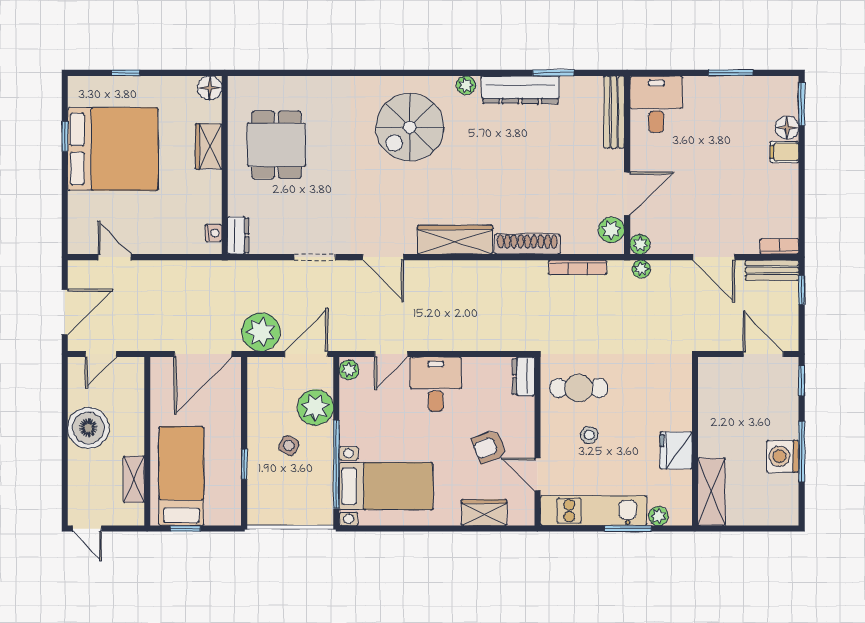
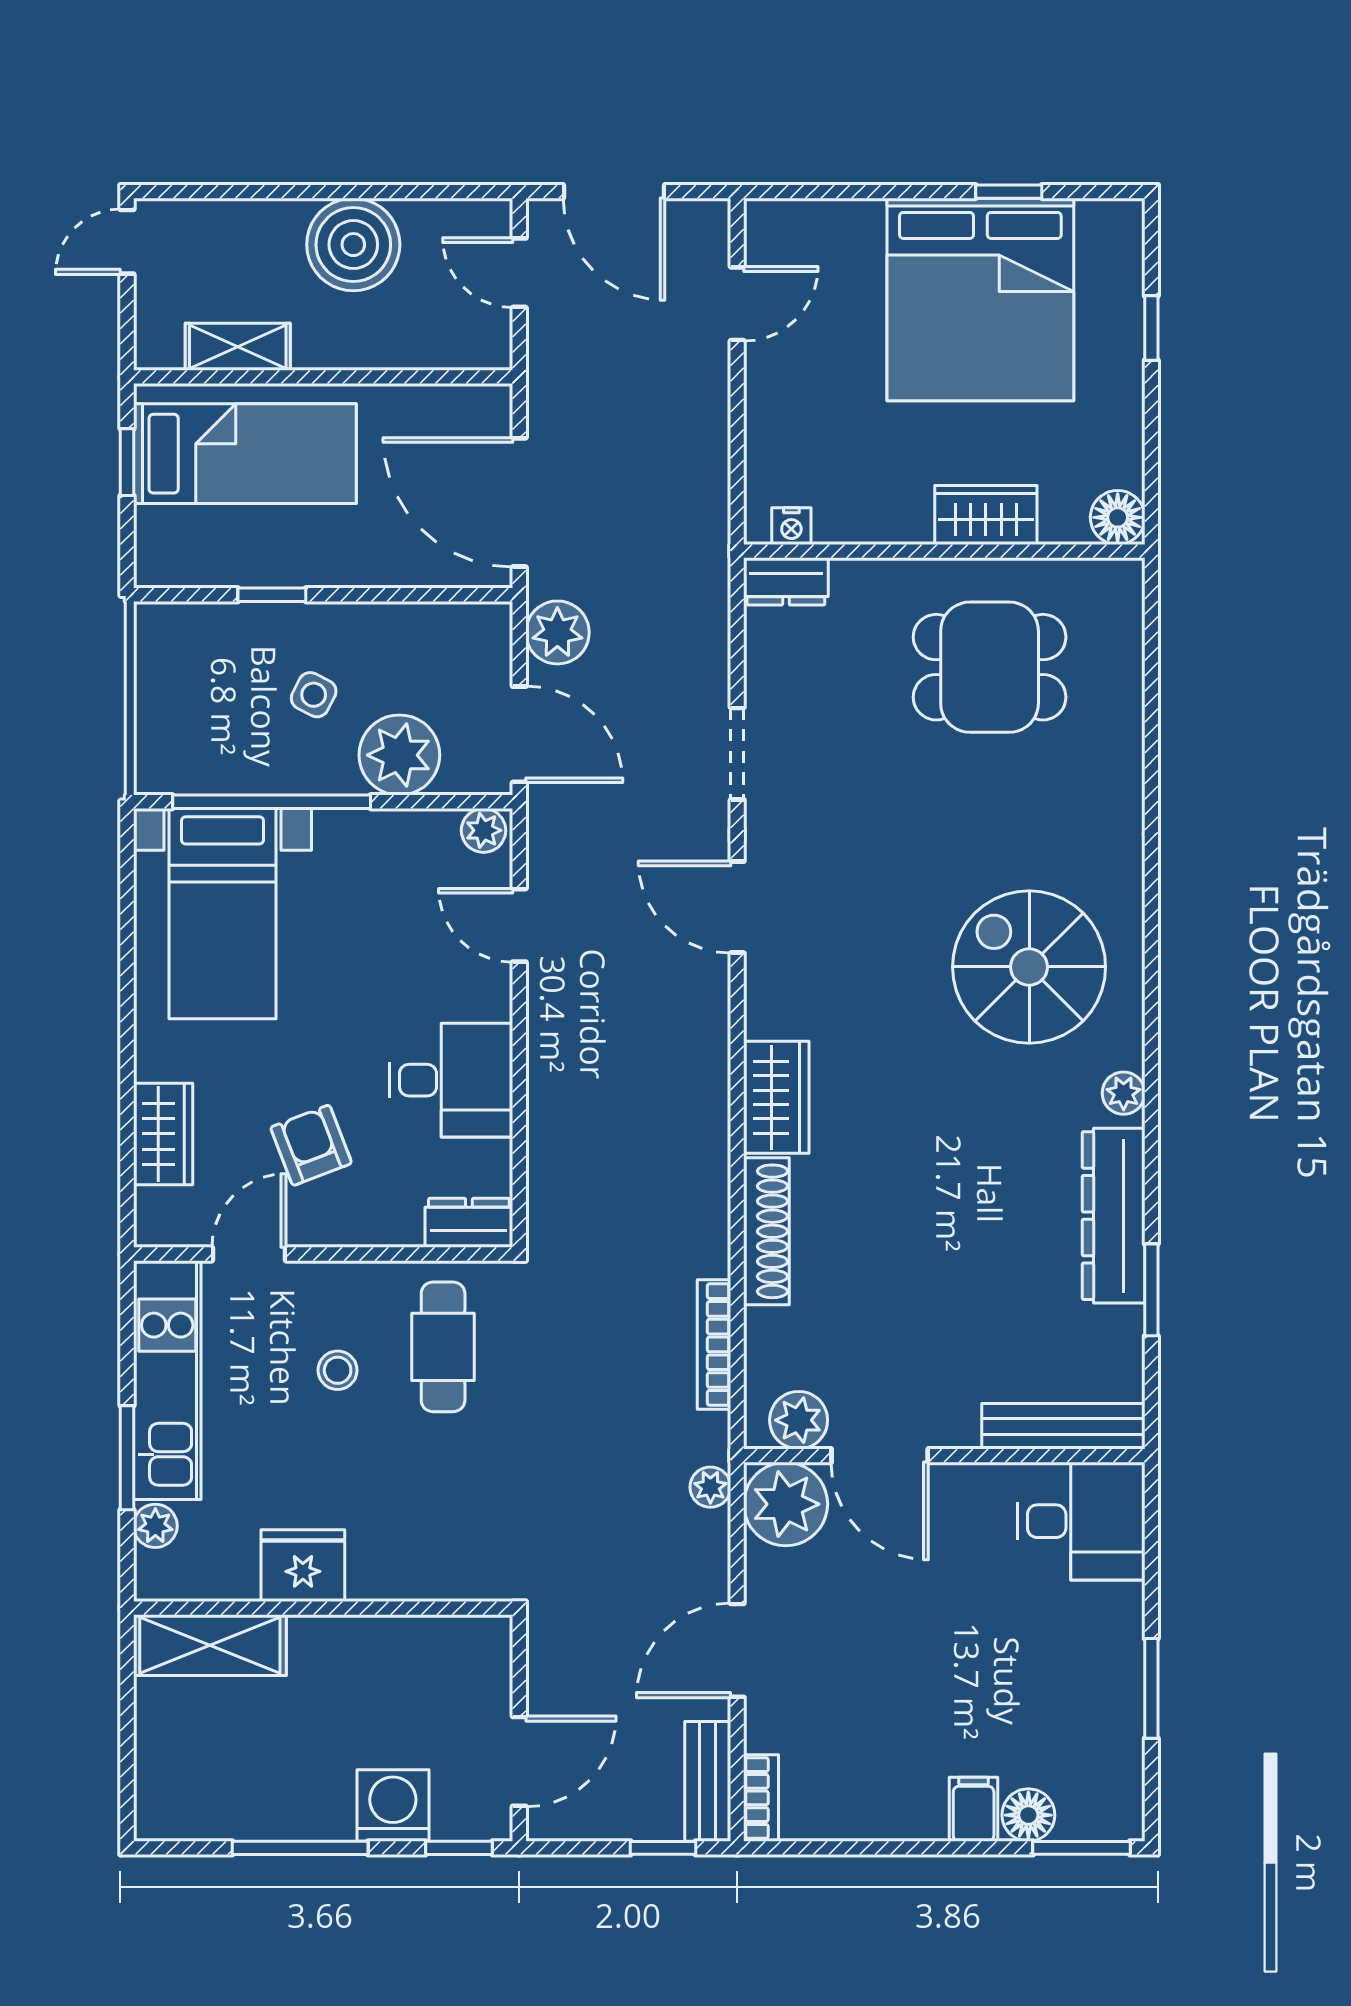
wardrobe: (455, 240) -> (776, 1097), width x0.67
plant: (640, 244) -> (786, 1504), width x1.88, depth x1.88
door: (383, 257) -> (737, 907), hinge flipped
plant: (261, 332) -> (557, 632), width x0.73, depth x0.73
desk: (436, 384) -> (451, 1080), moved
washing machine: (783, 456) -> (393, 1805), moved

